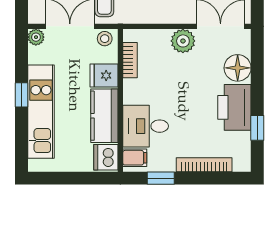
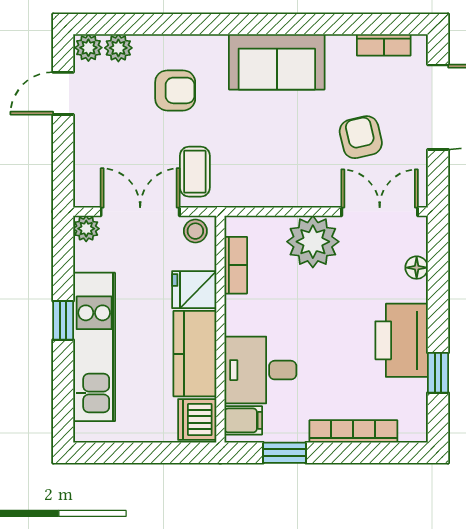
plant: (183, 41) -> (313, 242), width x1.36, depth x1.36
floor lamp: (238, 68) -> (417, 268), width x0.53, depth x0.53

